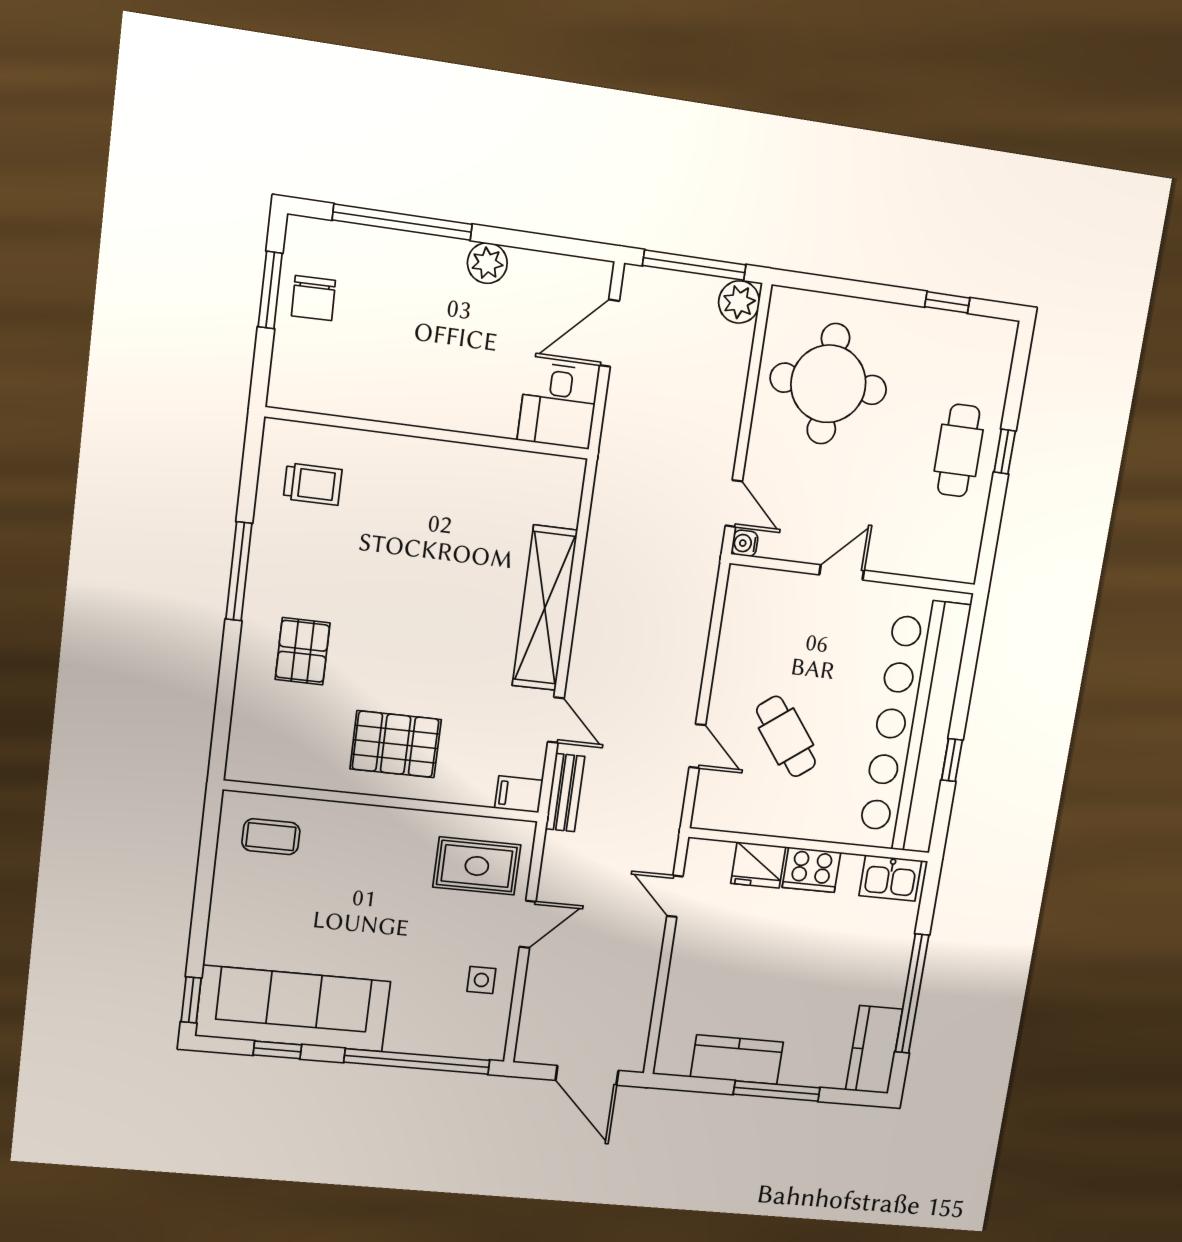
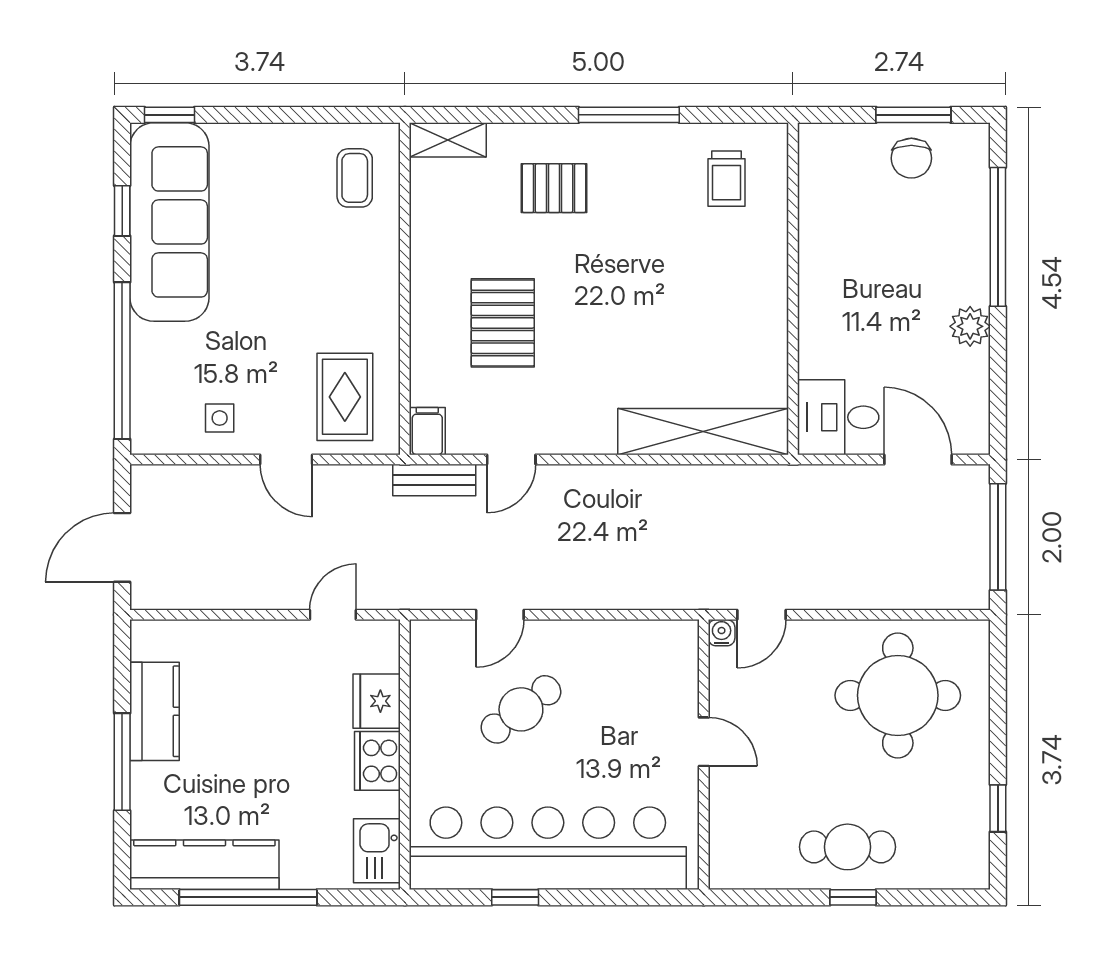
chair: (313, 298) -> (911, 158), turned -89
plant: (739, 302) -> (968, 589), removed
shelving: (545, 608) -> (703, 432), moved
pallet: (396, 744) -> (503, 323), moved
shelving: (244, 746) -> (448, 140), added
kitchen counter: (874, 1050) -> (204, 865), width x1.50

